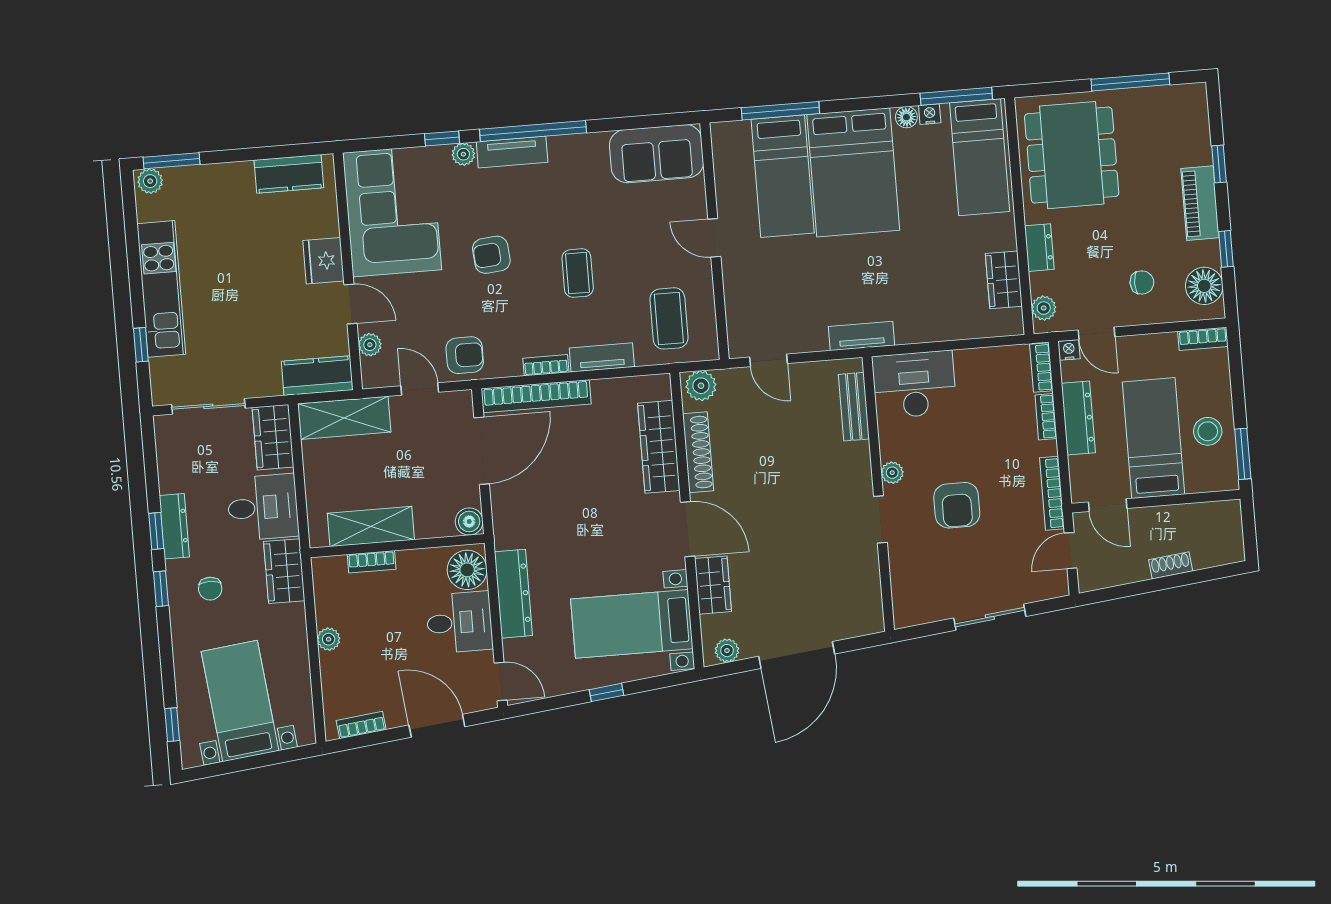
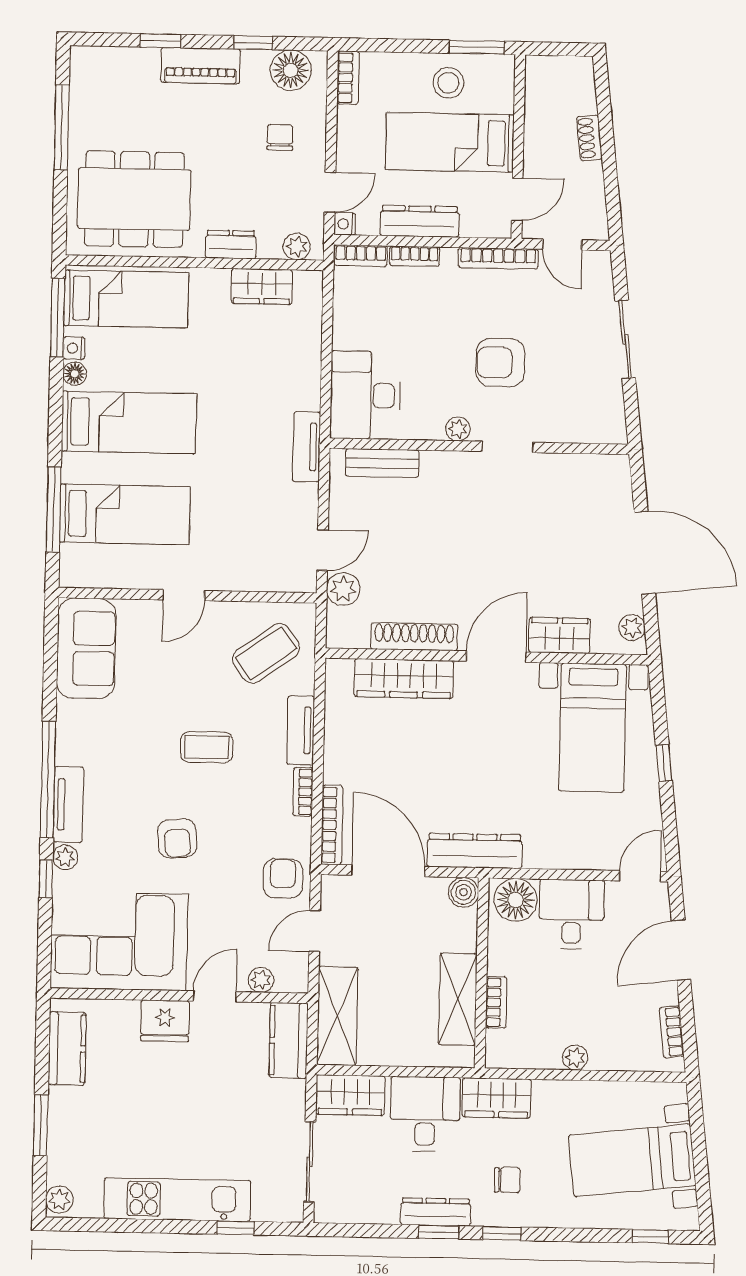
window: (172, 161) -> (41, 1125), moved
bed: (853, 172) -> (129, 422), width x0.67
coffee table: (669, 318) -> (266, 653), turned -36
plant: (701, 386) -> (343, 589), moved
bookcase: (536, 396) -> (332, 825), width x0.68, depth x0.76
armchair: (957, 505) -> (500, 363), turned 180
dresser: (513, 594) -> (475, 851), moved

